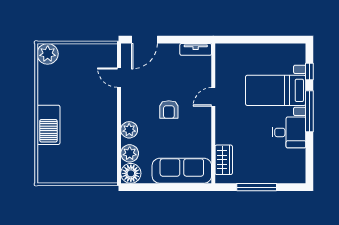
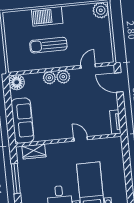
armchair: (169, 110) -> (68, 106), removed
sun lounger: (86, 127) -> (48, 45), added
plant: (130, 153) -> (63, 77), moved

